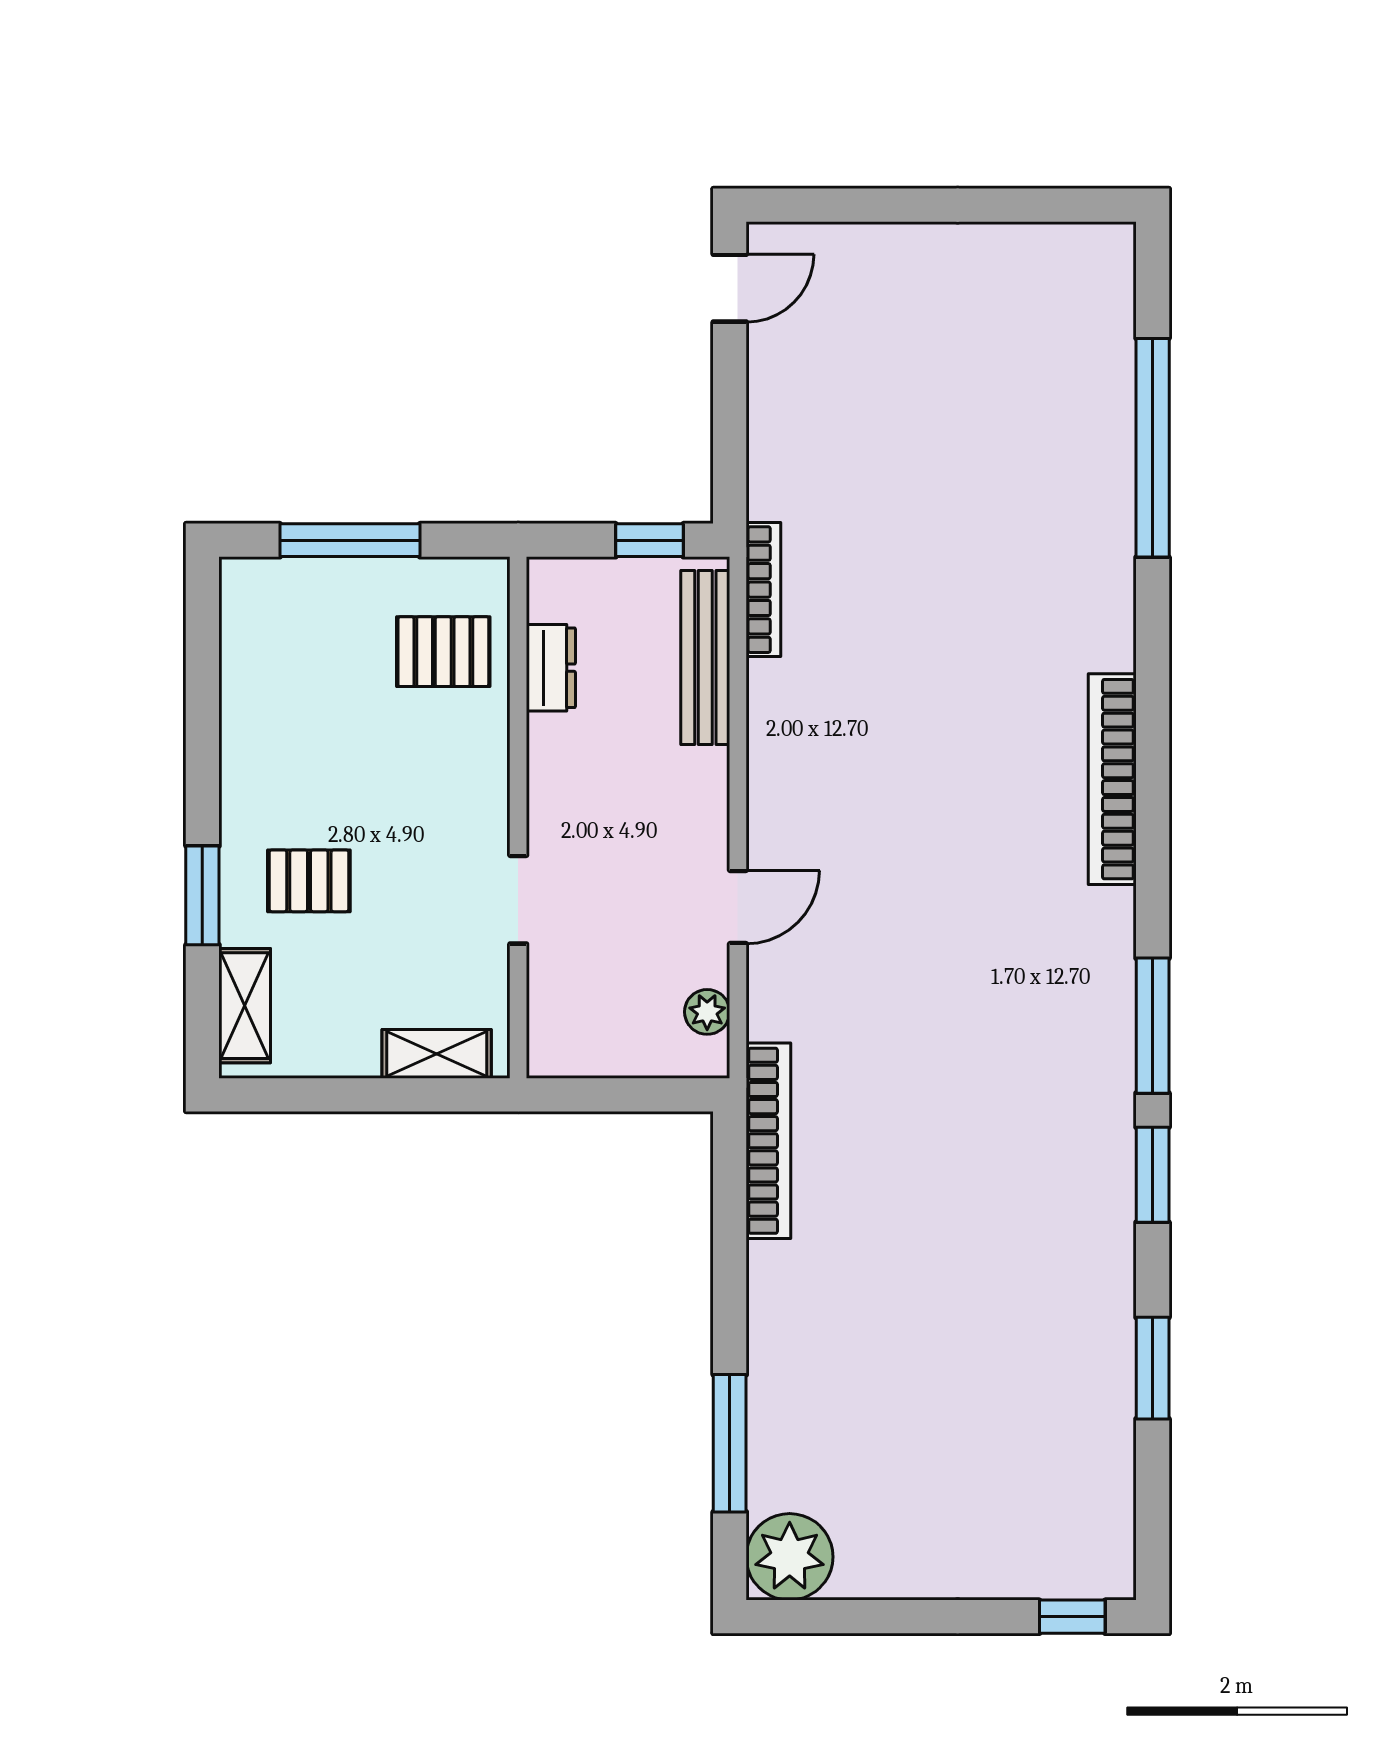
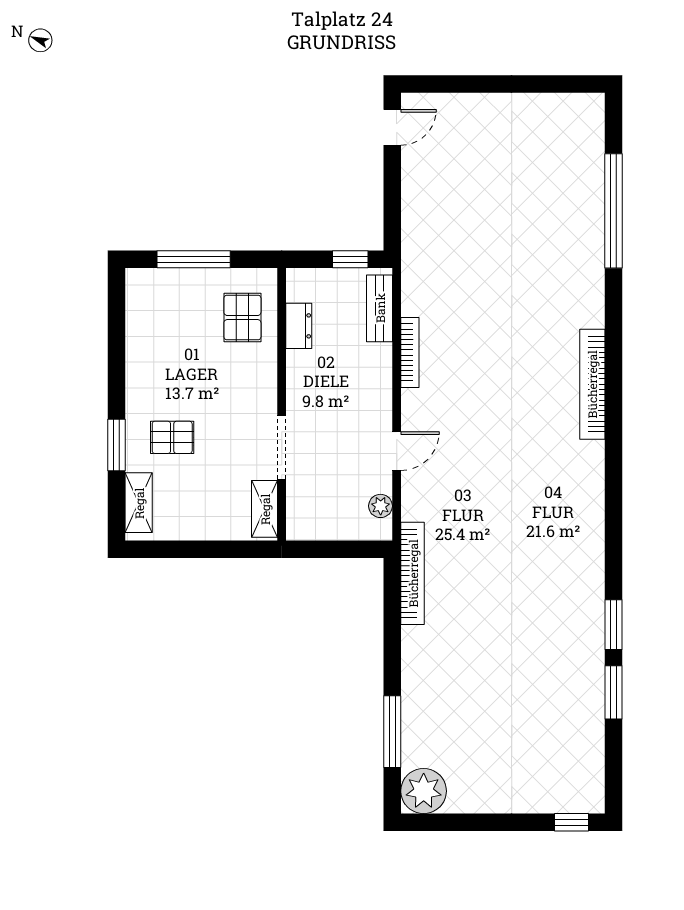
bookcase: (763, 590) -> (410, 352), moved
pallet: (443, 652) -> (242, 318), turned 90
bench: (705, 657) -> (380, 308), width x0.73
doorway: (518, 900) -> (282, 447), width x1.38
window: (1153, 1026) -> (614, 513), removed
shelving: (437, 1054) -> (265, 509), moved, turned 90
window: (1153, 1175) -> (614, 625), moved

